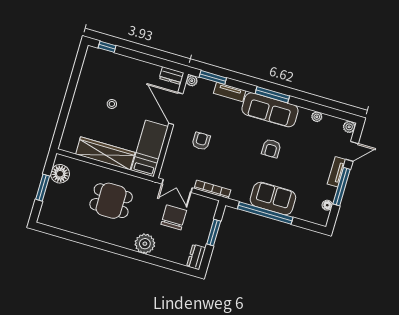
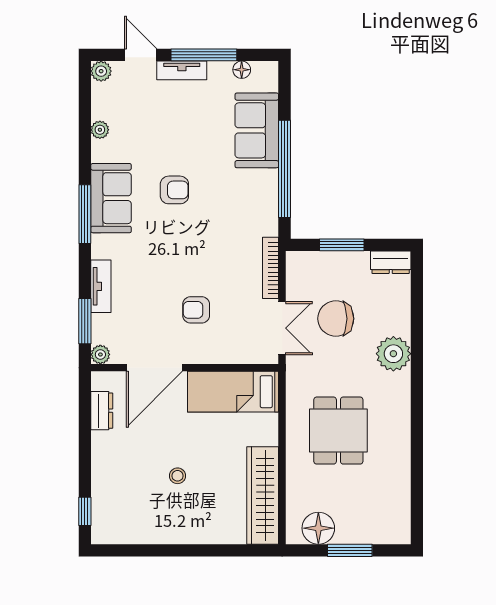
dresser: (172, 76) -> (102, 411), moved
sofa: (270, 110) -> (111, 198), width x0.73
wardrobe: (105, 153) -> (263, 496), moved
sofa: (273, 199) -> (257, 130), moved

